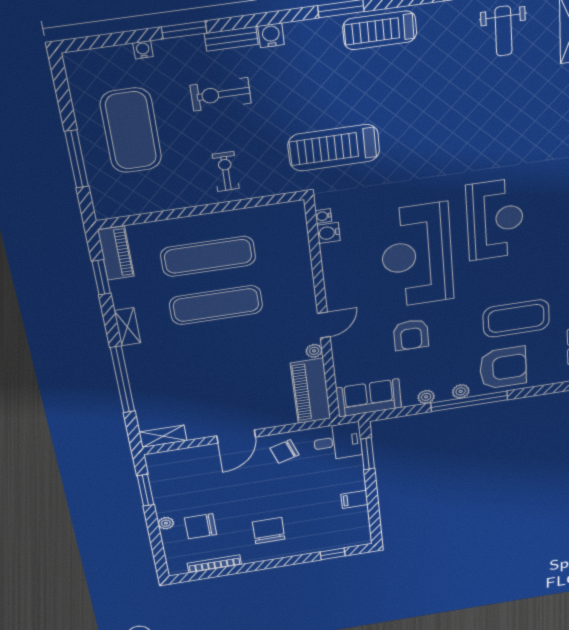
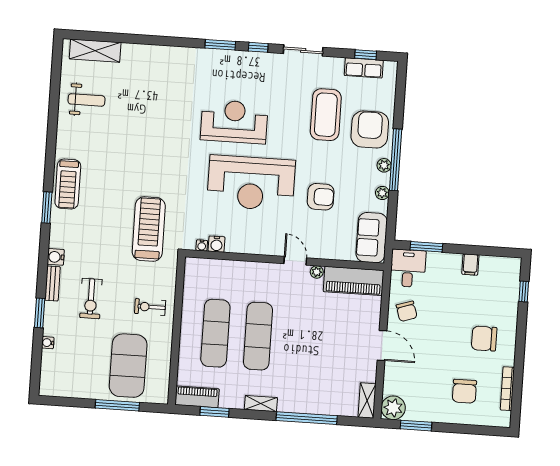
exercise mat: (131, 131) -> (128, 366), moved, turned 90
treadmill: (334, 148) -> (149, 229), turned 180
plant: (166, 523) -> (393, 408), moved, width x1.88, depth x1.88

